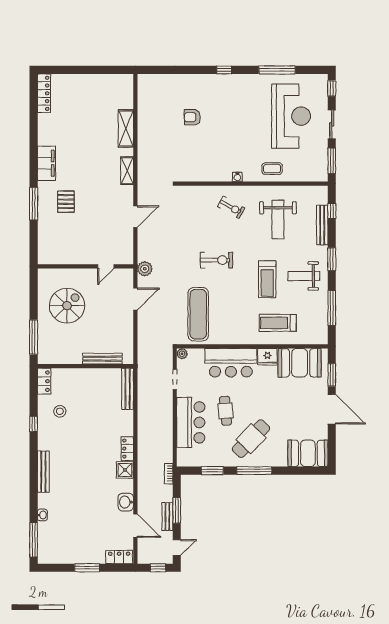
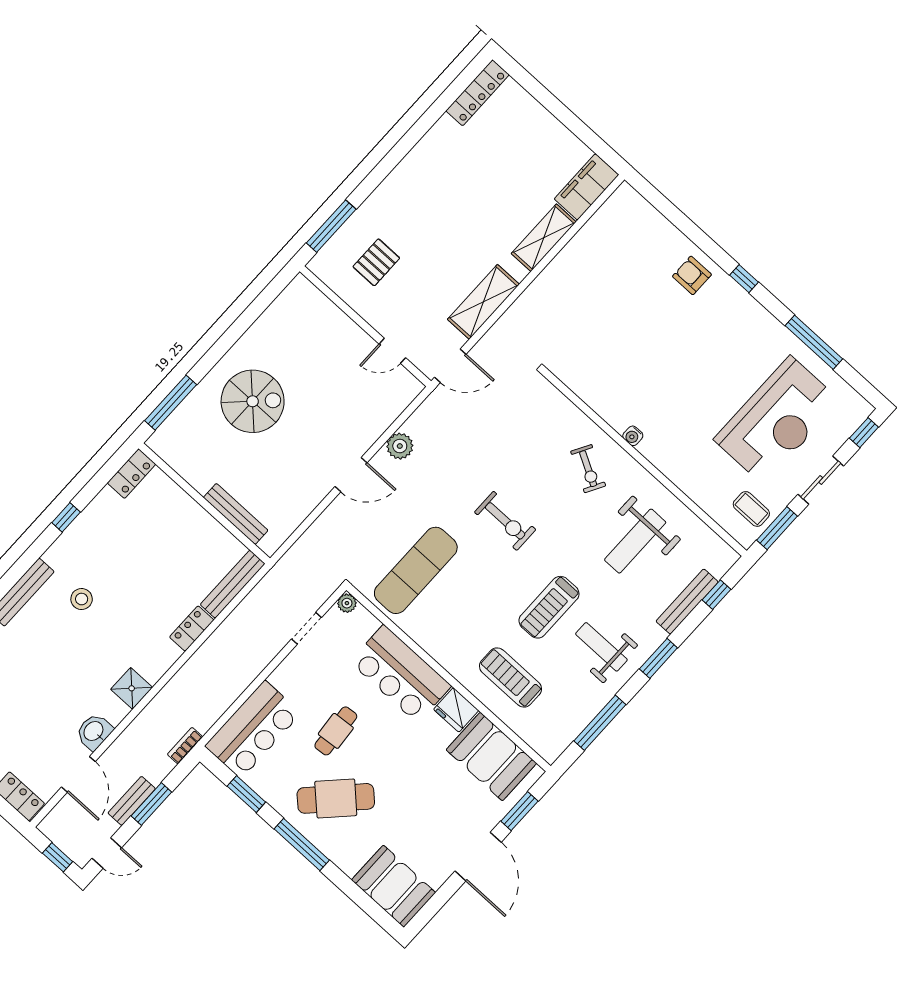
armchair: (192, 117) -> (692, 275), moved
filing cabinet: (46, 163) -> (586, 187), moved, turned 180
coffee table: (272, 169) -> (751, 509), moved
shelving: (127, 171) -> (483, 302), width x1.50, depth x1.33
wall: (85, 266) -> (365, 326), moved
door: (106, 266) -> (392, 351), moved
stool: (60, 411) -> (82, 599), moved
bar counter: (191, 422) -> (253, 730), moved
locker: (127, 449) -> (192, 629), moved

